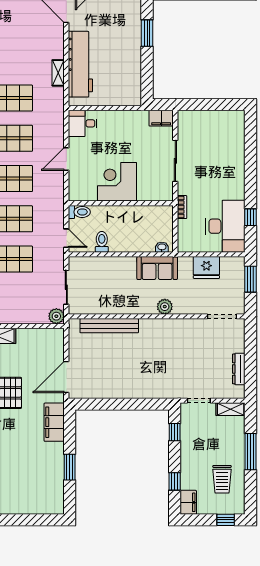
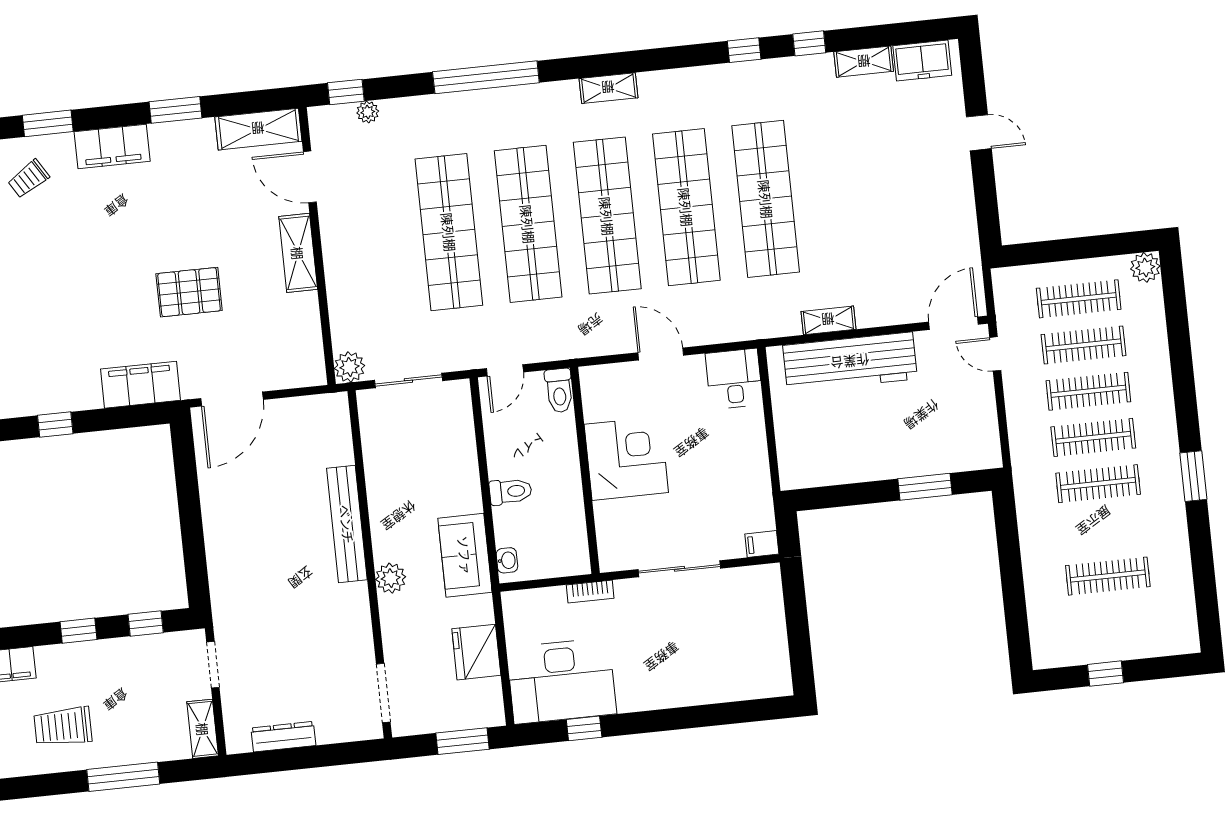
filing cabinet: (161, 118) -> (762, 544), width x0.50
toilet: (102, 242) -> (510, 491), moved
bench: (109, 326) -> (347, 524), moved
door: (66, 377) -> (232, 399), swing flipped
window: (70, 467) -> (55, 424), width x0.67
window: (175, 481) -> (78, 631), moved

